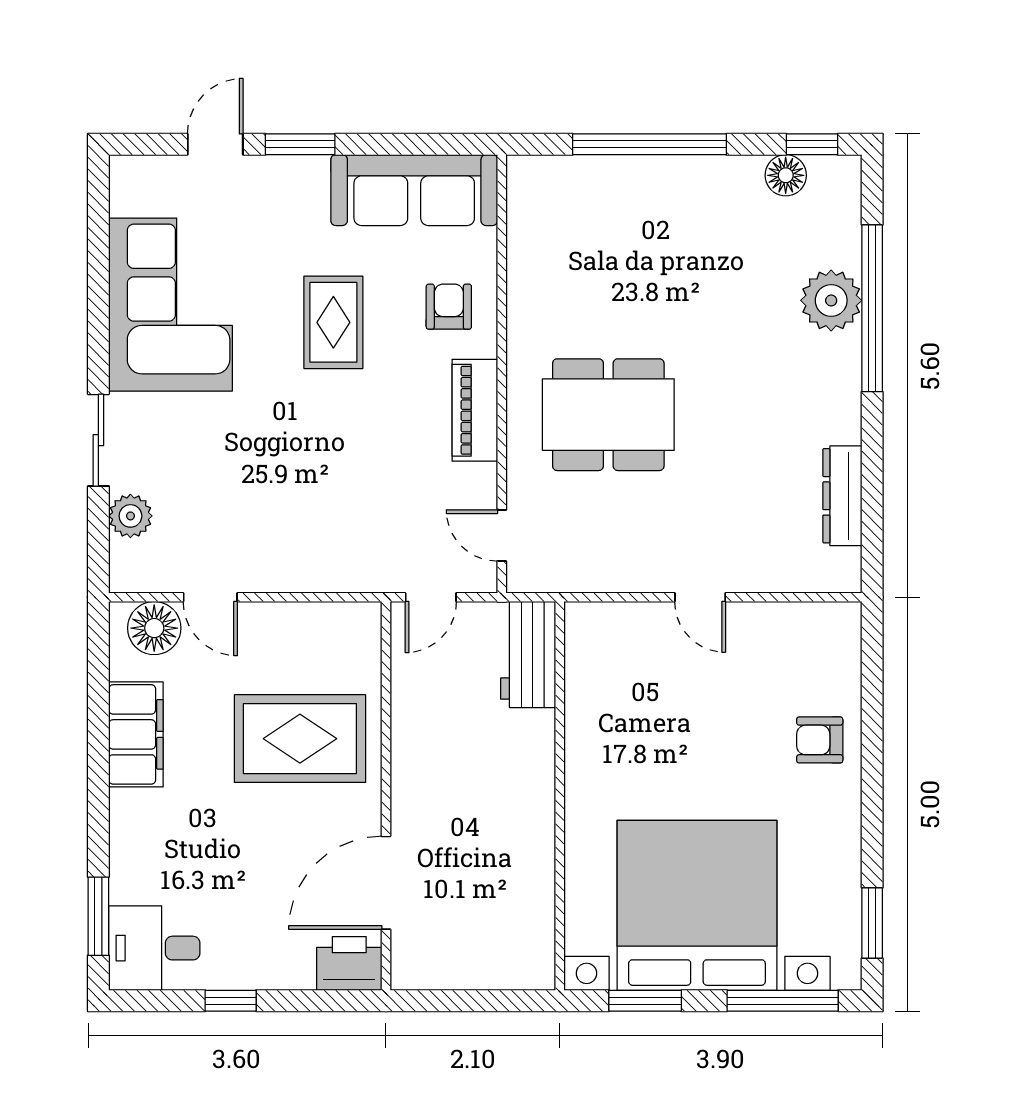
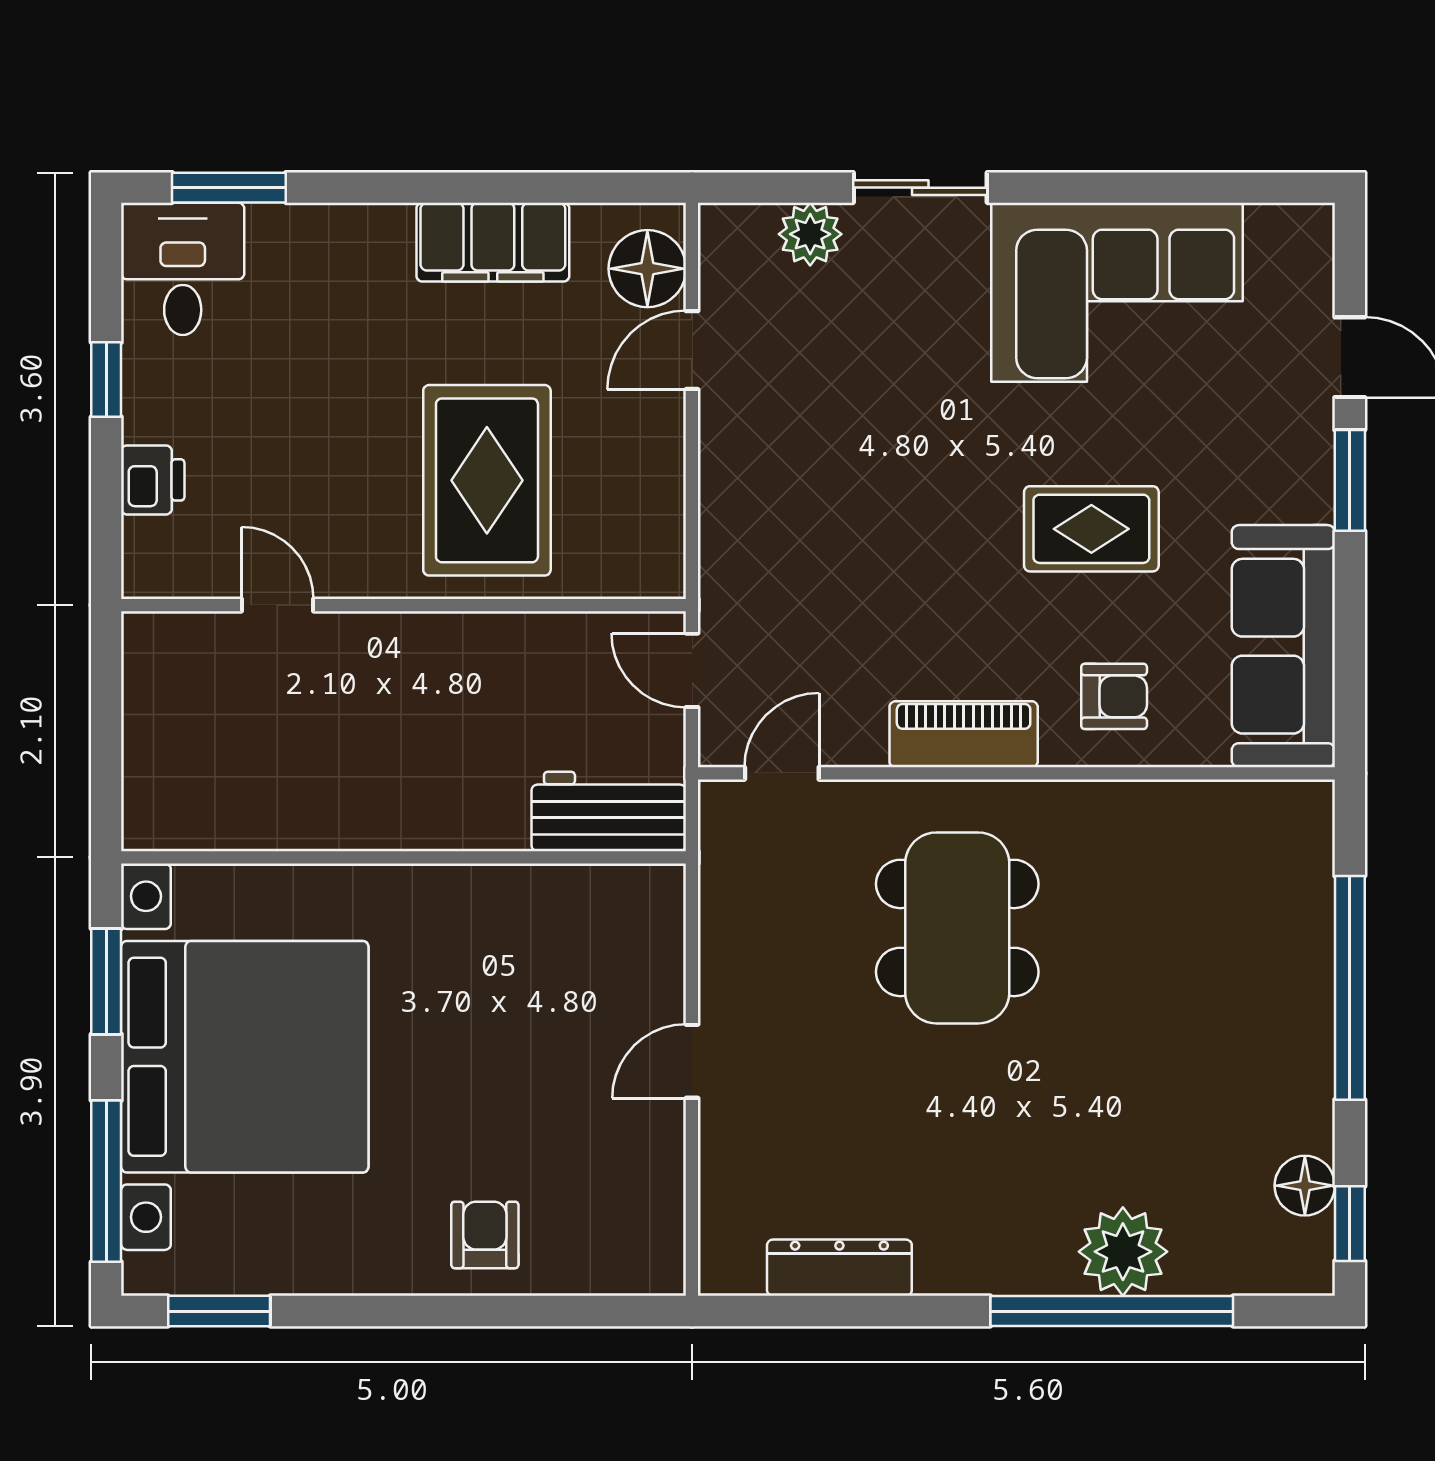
door: (386, 883) -> (278, 605), width x0.53
printer: (349, 963) -> (153, 480), moved, width x0.73, depth x0.81

